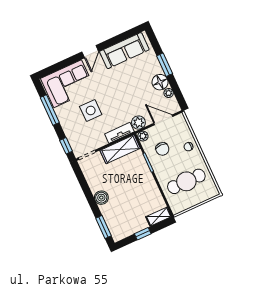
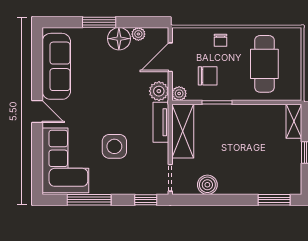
boiler: (101, 198) -> (207, 185), moved

